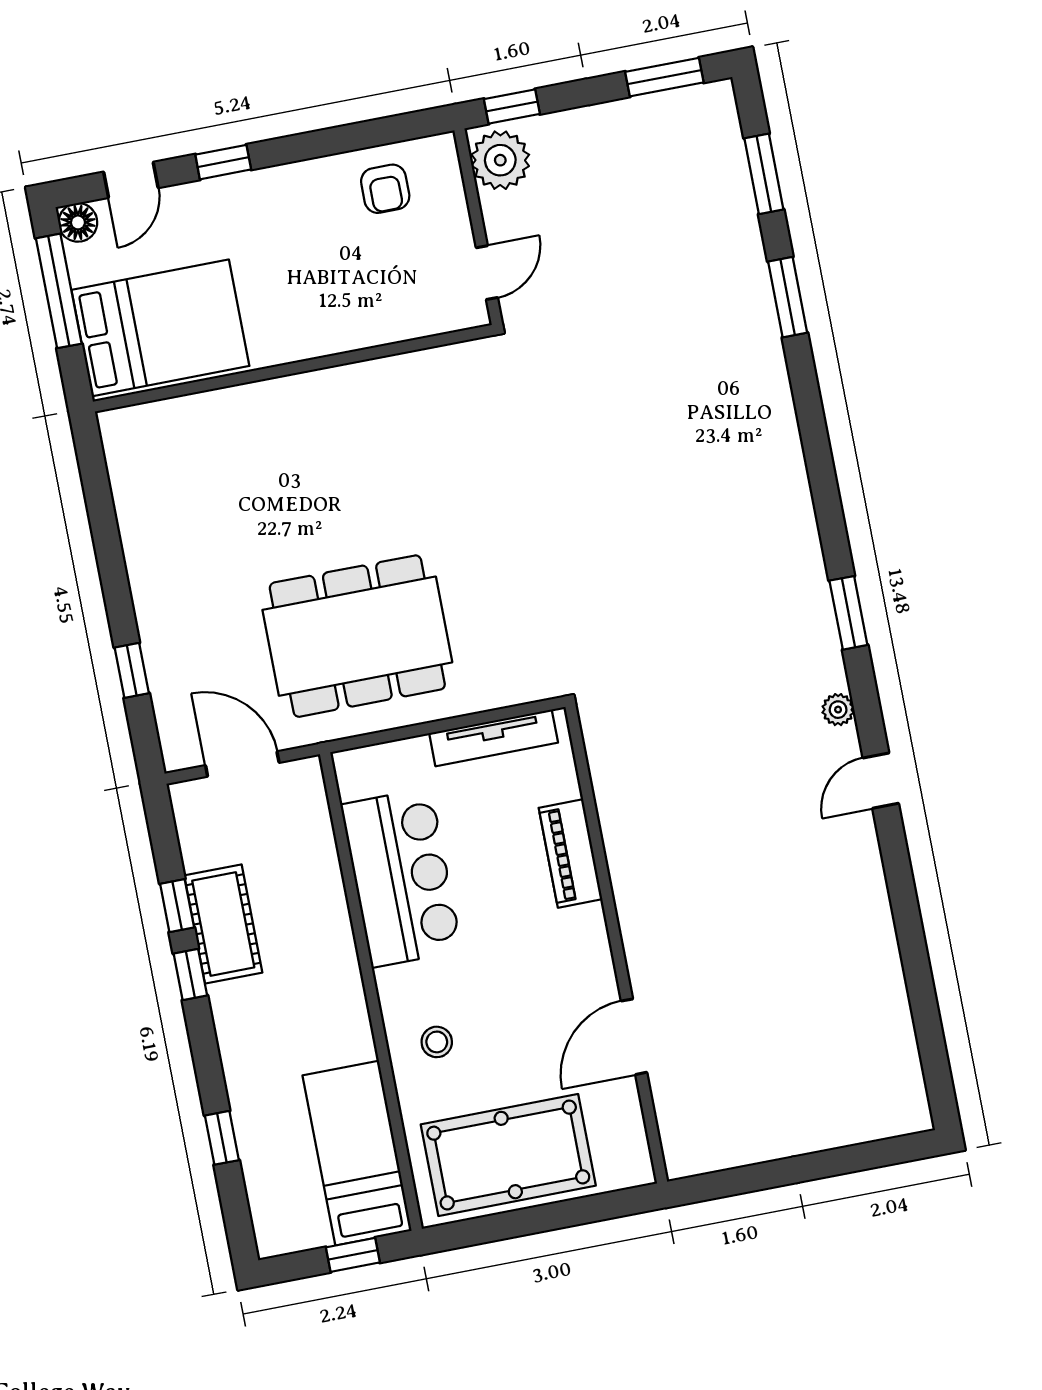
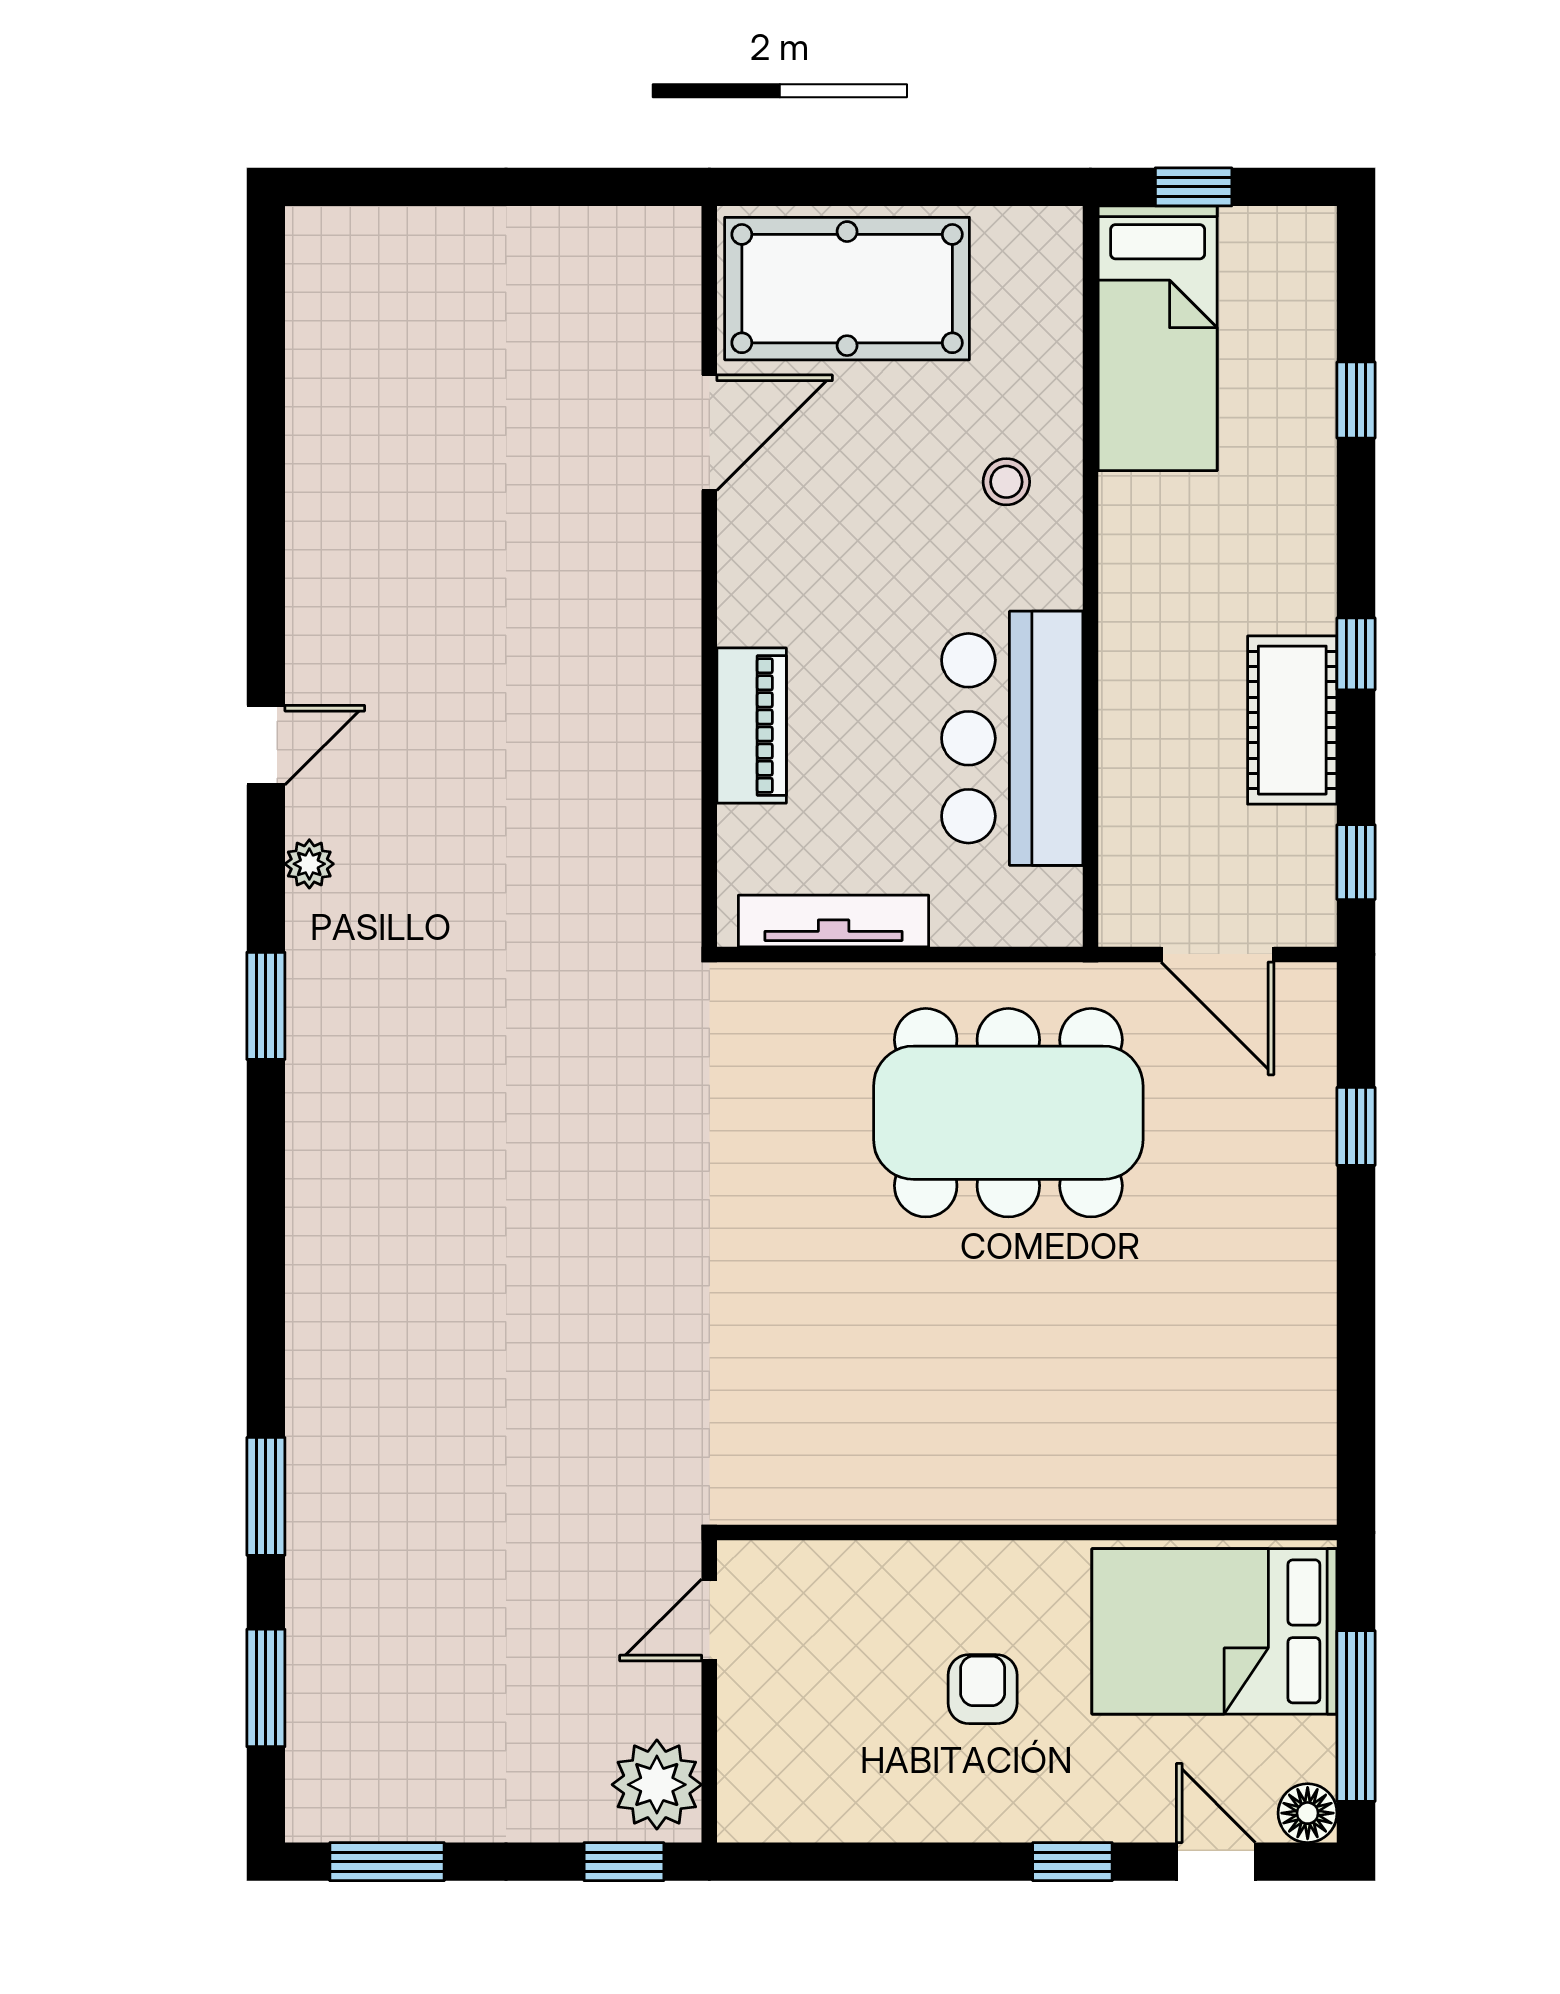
door: (131, 180) -> (1216, 1862), hinge flipped
armchair: (385, 189) -> (983, 1689), moved
window: (177, 906) -> (1356, 862), moved
pool table: (508, 1155) -> (847, 289), moved

